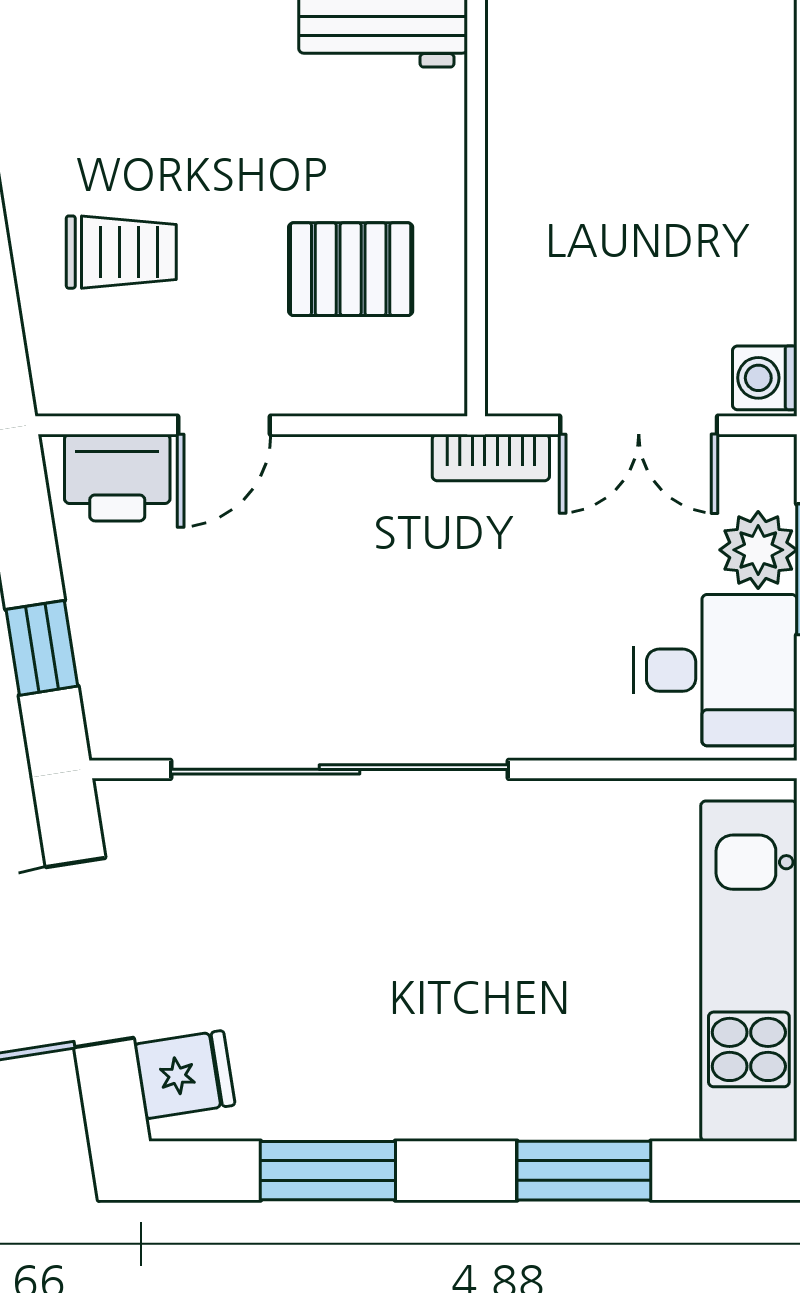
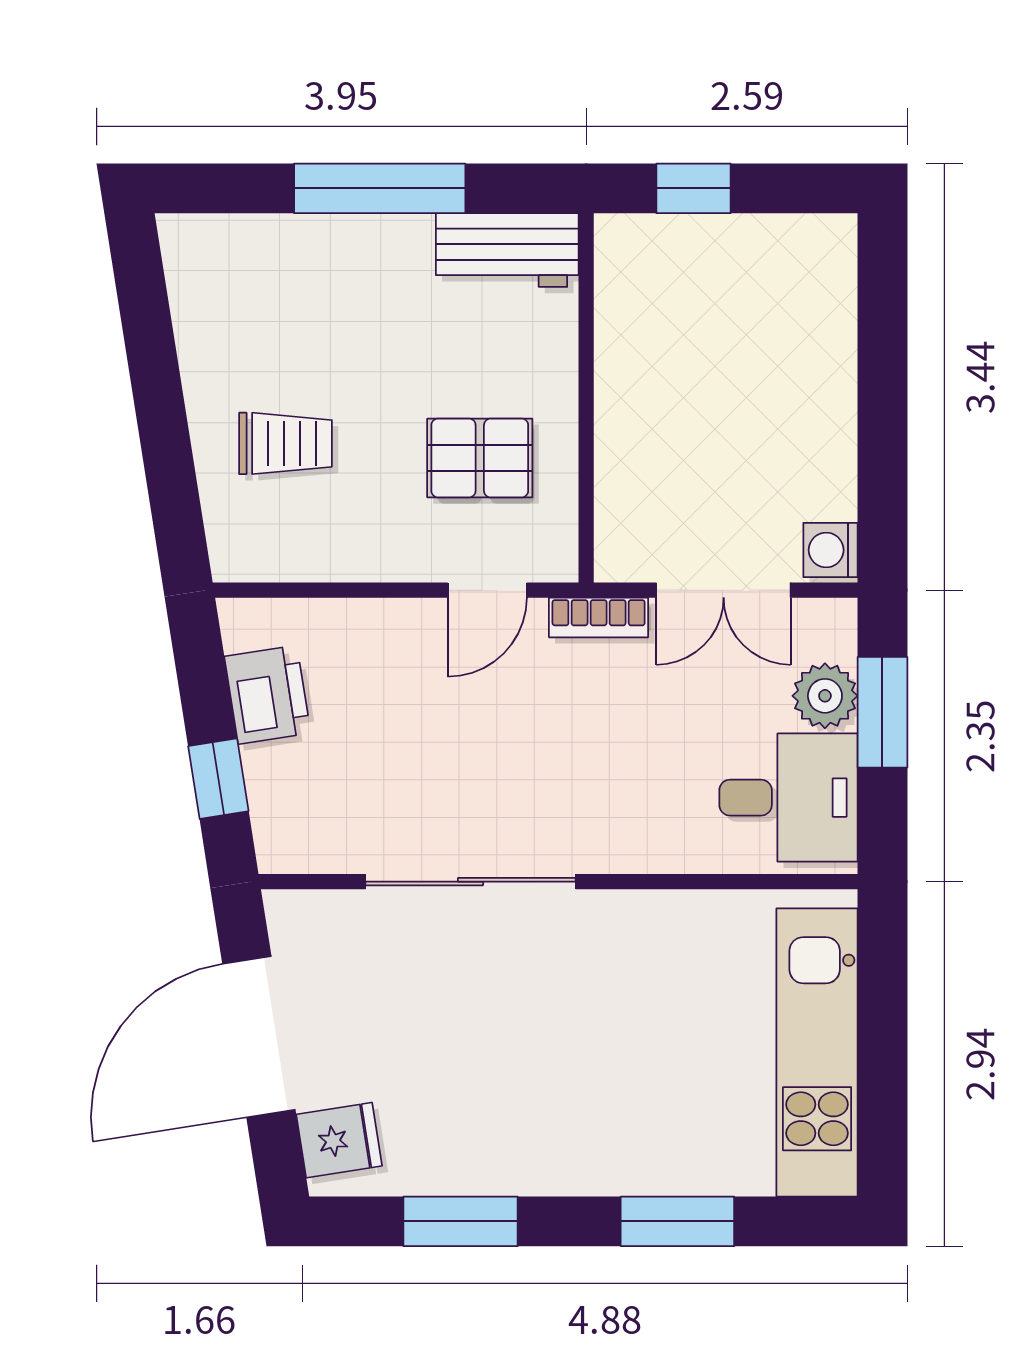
door: (224, 425) -> (487, 590), moved
printer: (117, 478) -> (267, 695), moved, turned -99
sliding door: (340, 769) -> (470, 882), width x0.73

